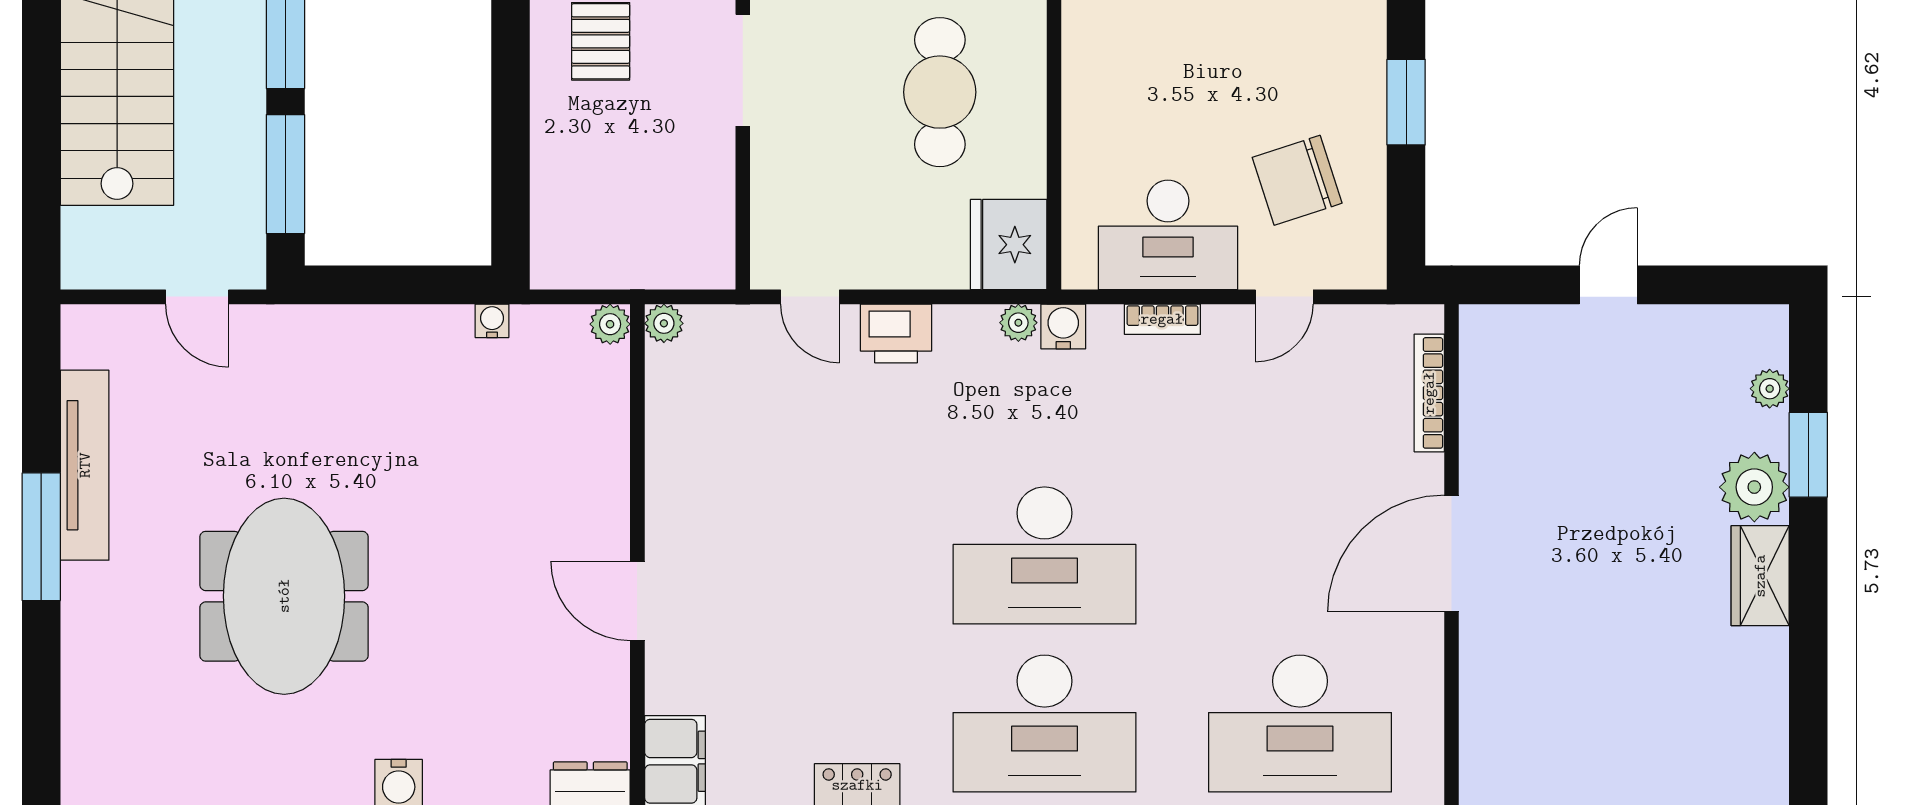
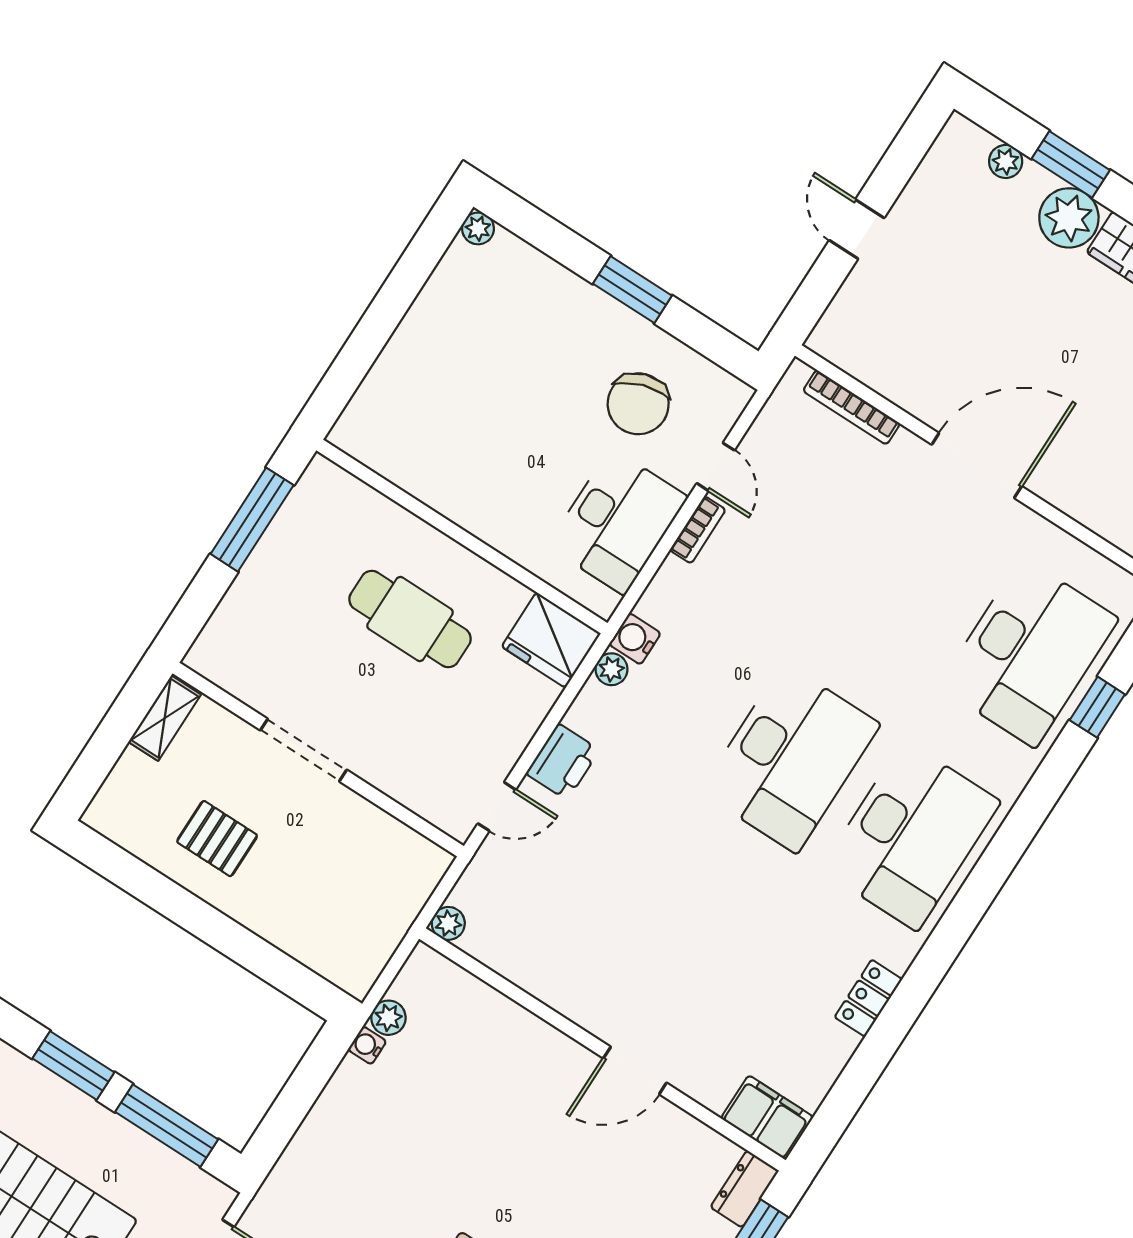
bookcase: (1162, 319) -> (698, 530), moved
plant: (610, 324) -> (388, 1018), moved
door: (1452, 553) -> (977, 465), swing flipped

